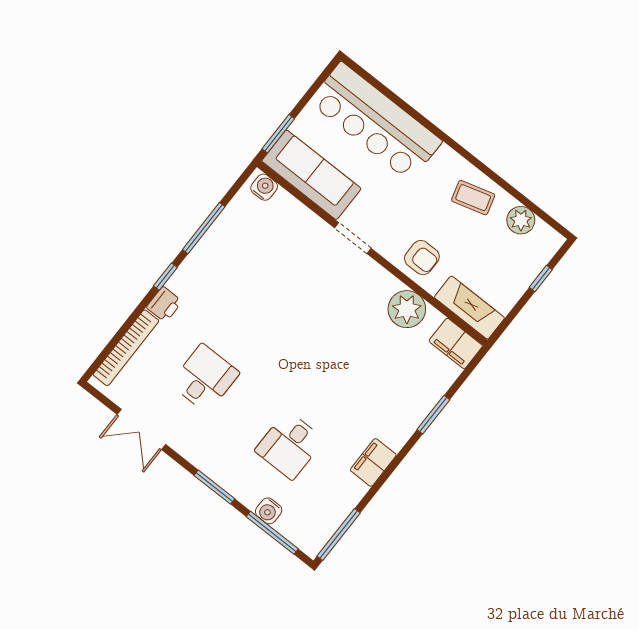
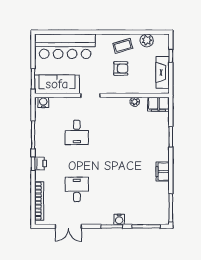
armchair: (422, 258) -> (121, 69), moved
printer: (164, 304) -> (41, 164), moved
fireplace: (469, 308) -> (163, 72), moved, turned -90
plant: (407, 309) -> (135, 102), width x0.53, depth x0.53
desk: (290, 445) -> (77, 132), moved
water cooler: (269, 511) -> (119, 219), moved

